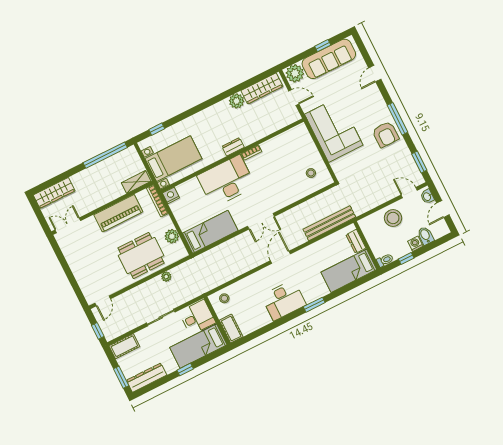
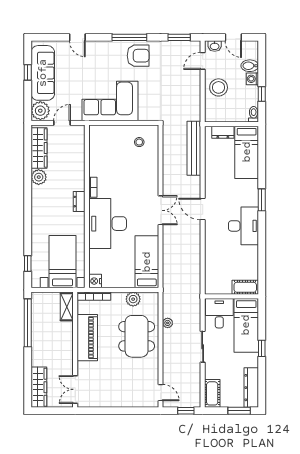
stool: (224, 298) -> (214, 280), removed

